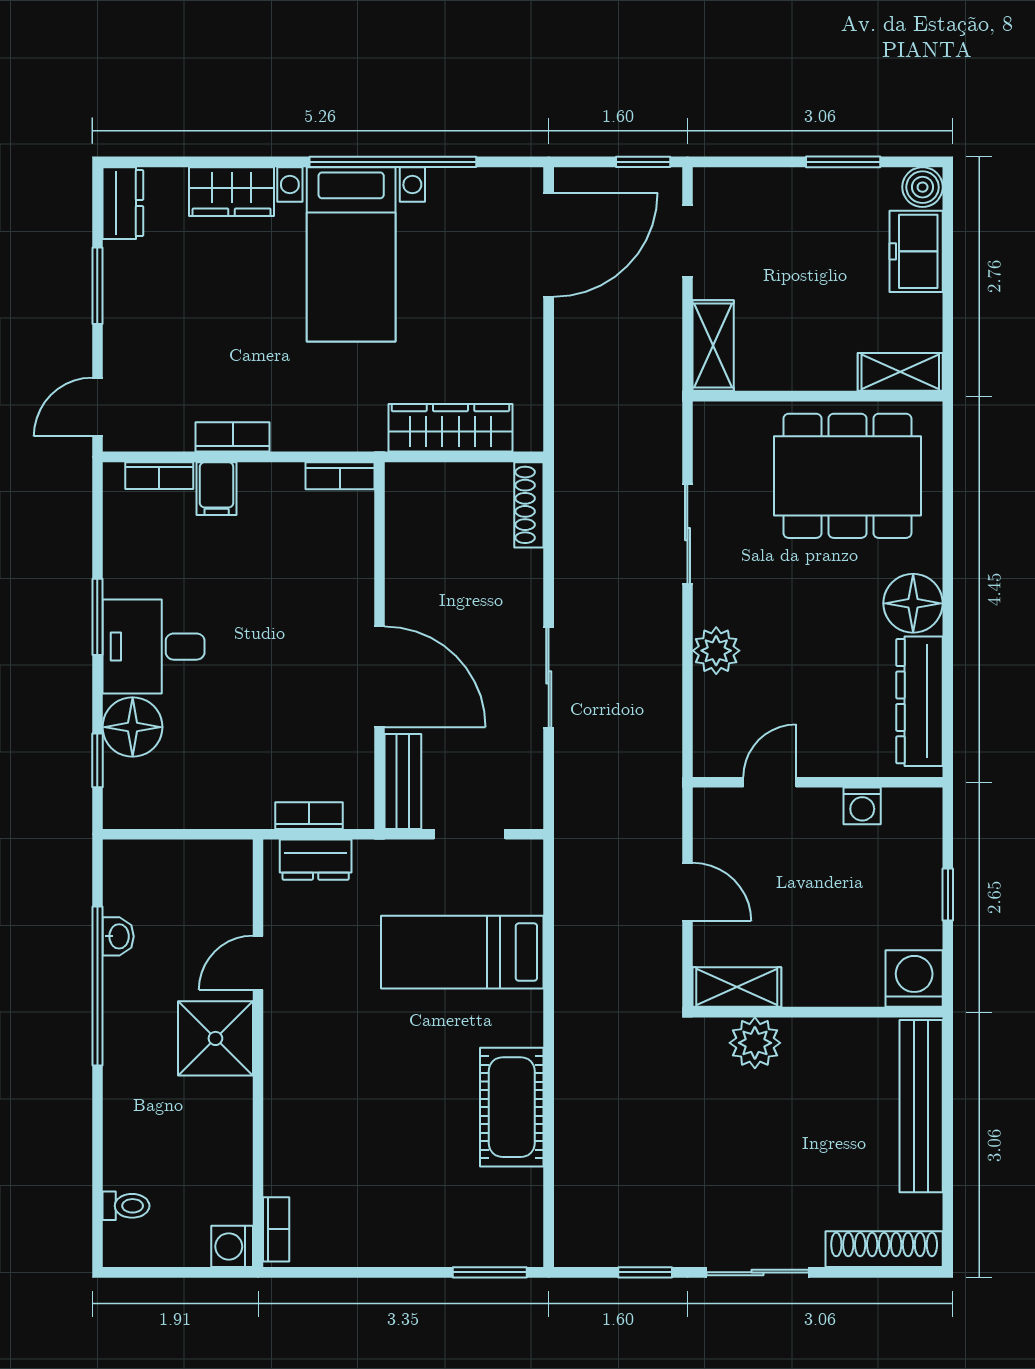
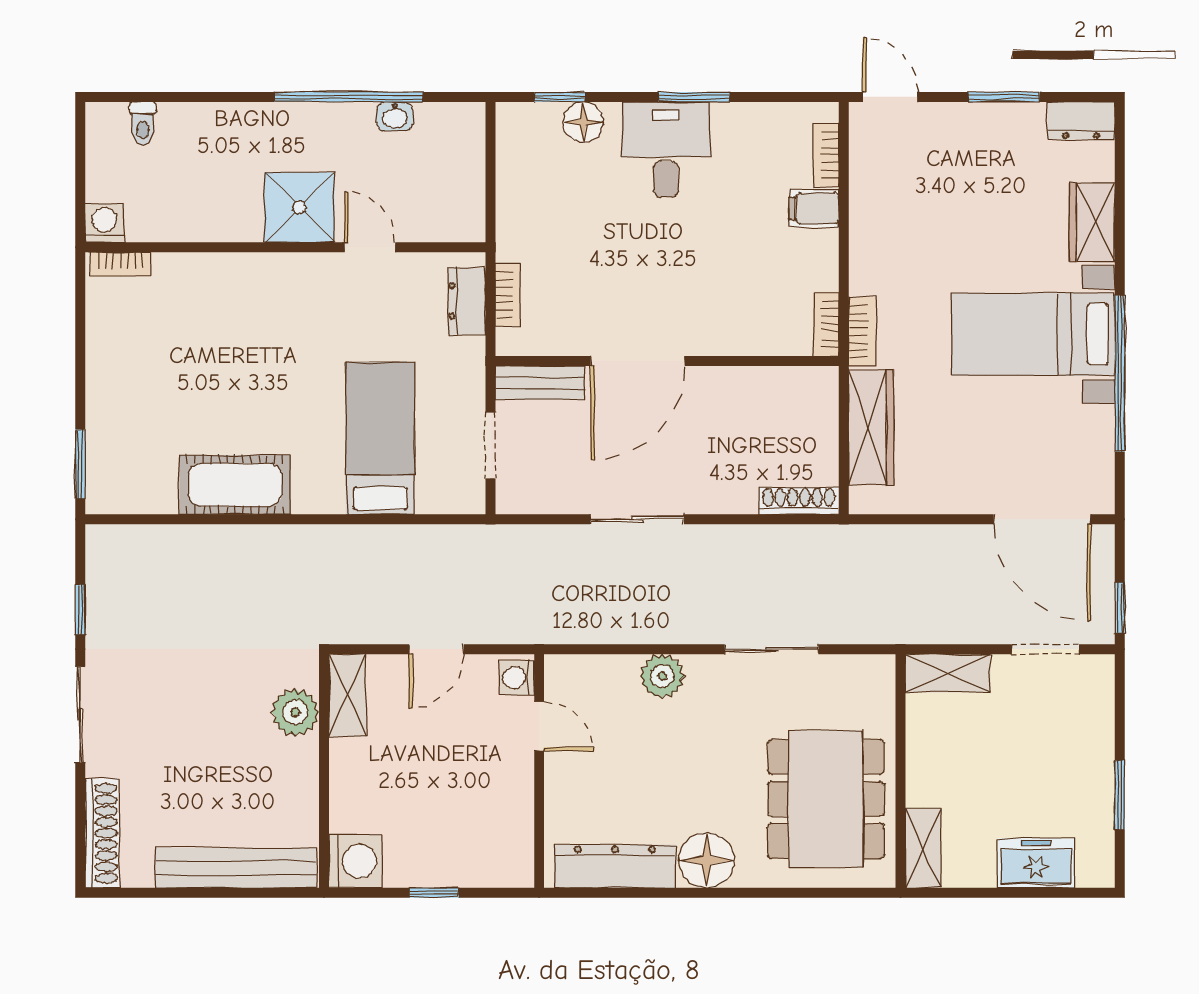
boiler: (923, 187) -> (1096, 869), removed
bookcase: (233, 437) -> (862, 332), moved
floor lamp: (133, 727) -> (583, 122), width x0.73, depth x0.73
washing machine: (862, 806) -> (517, 677), moved

